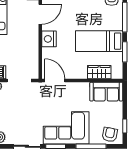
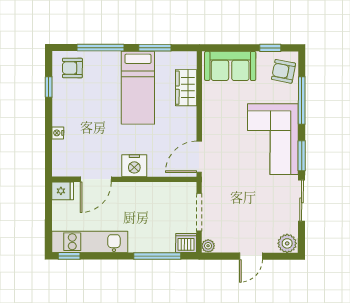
door: (40, 14) -> (96, 179), swing flipped
sofa: (106, 92) -> (230, 66), moved, turned 90

